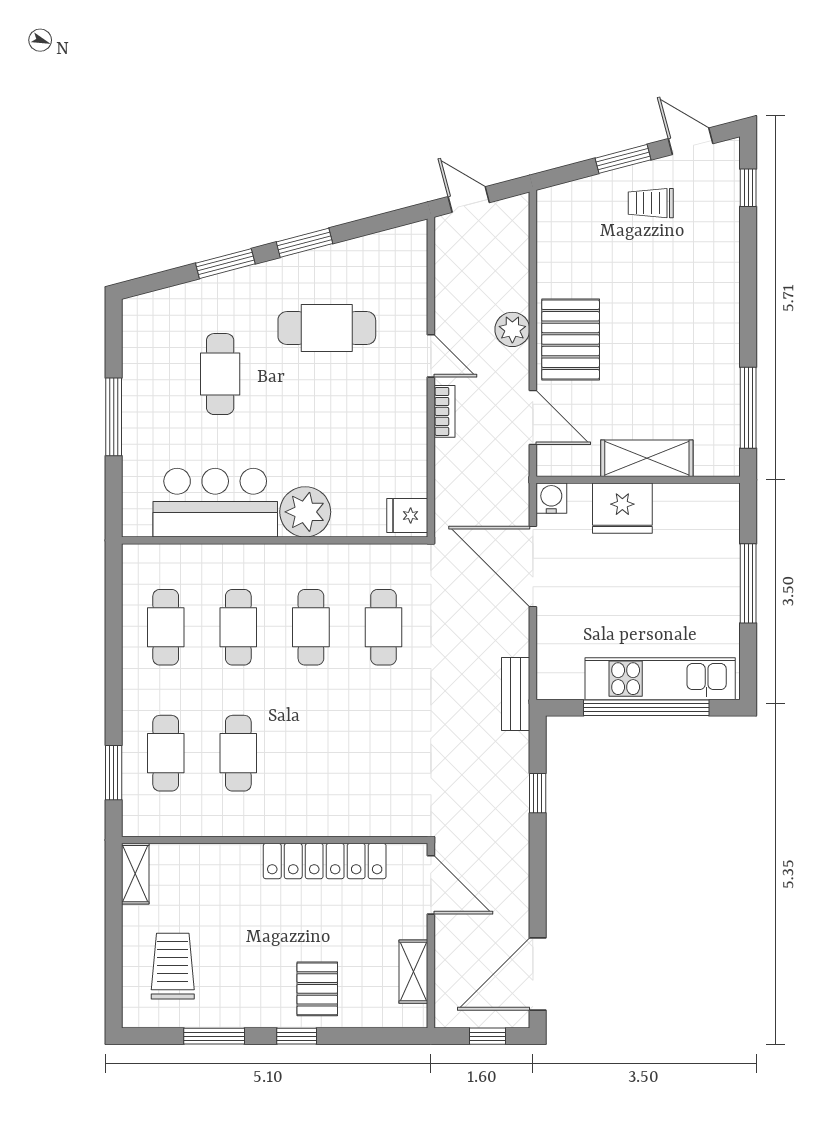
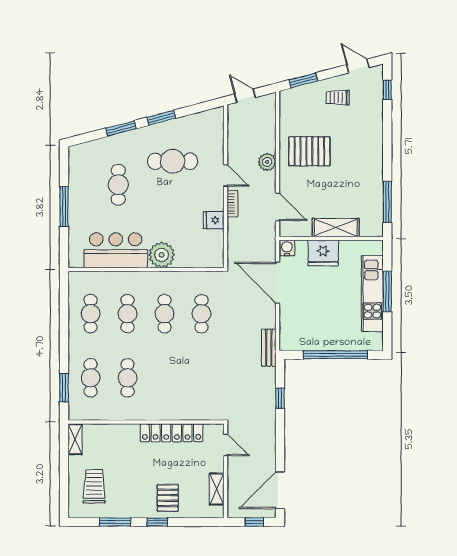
window: (623, 159) -> (303, 80), moved
pallet: (571, 340) -> (309, 151), moved, turned 90
fridge: (407, 515) -> (214, 220), moved
kitchen unit: (660, 679) -> (372, 294), moved, turned -90
door: (431, 885) -> (226, 445), width x0.73

